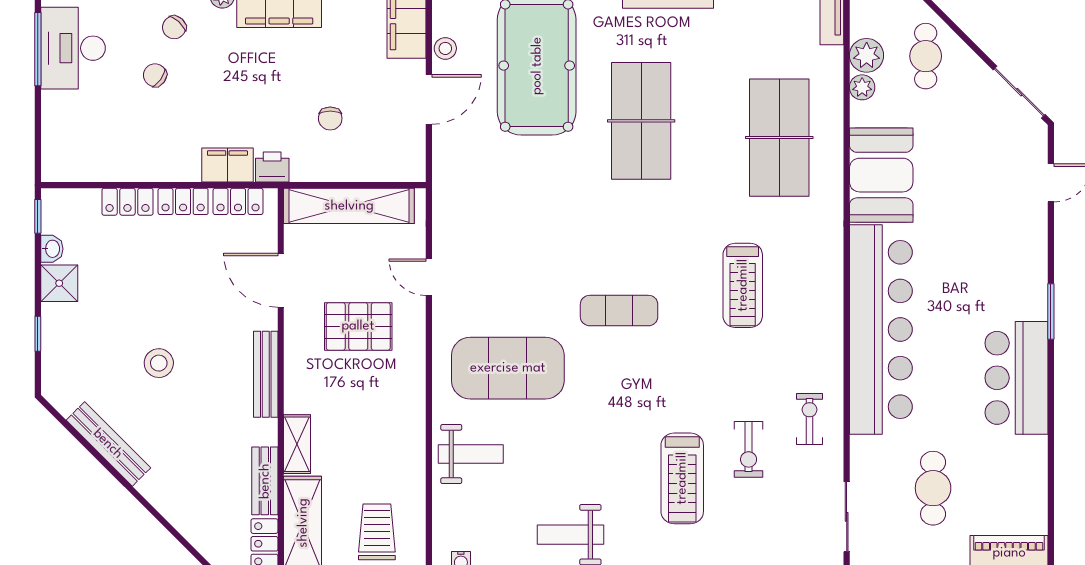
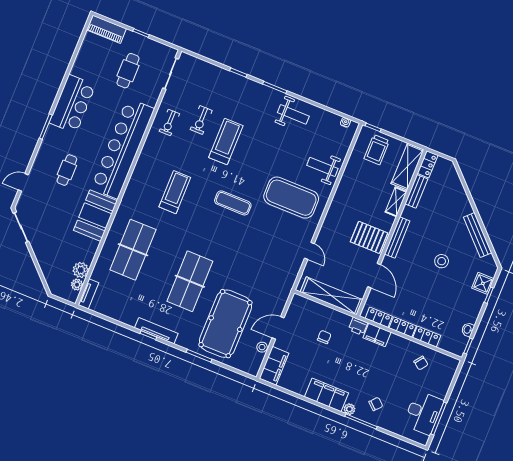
cafe table: (926, 56) -> (67, 170), moved
chair: (155, 75) -> (421, 363), moved
plant: (862, 87) -> (77, 285), moved
shower: (59, 283) -> (483, 283), moved
pallet: (358, 326) -> (369, 237), moved
exercise bike: (749, 449) -> (201, 120), turned 180
treadmill: (682, 478) -> (226, 142), moved

